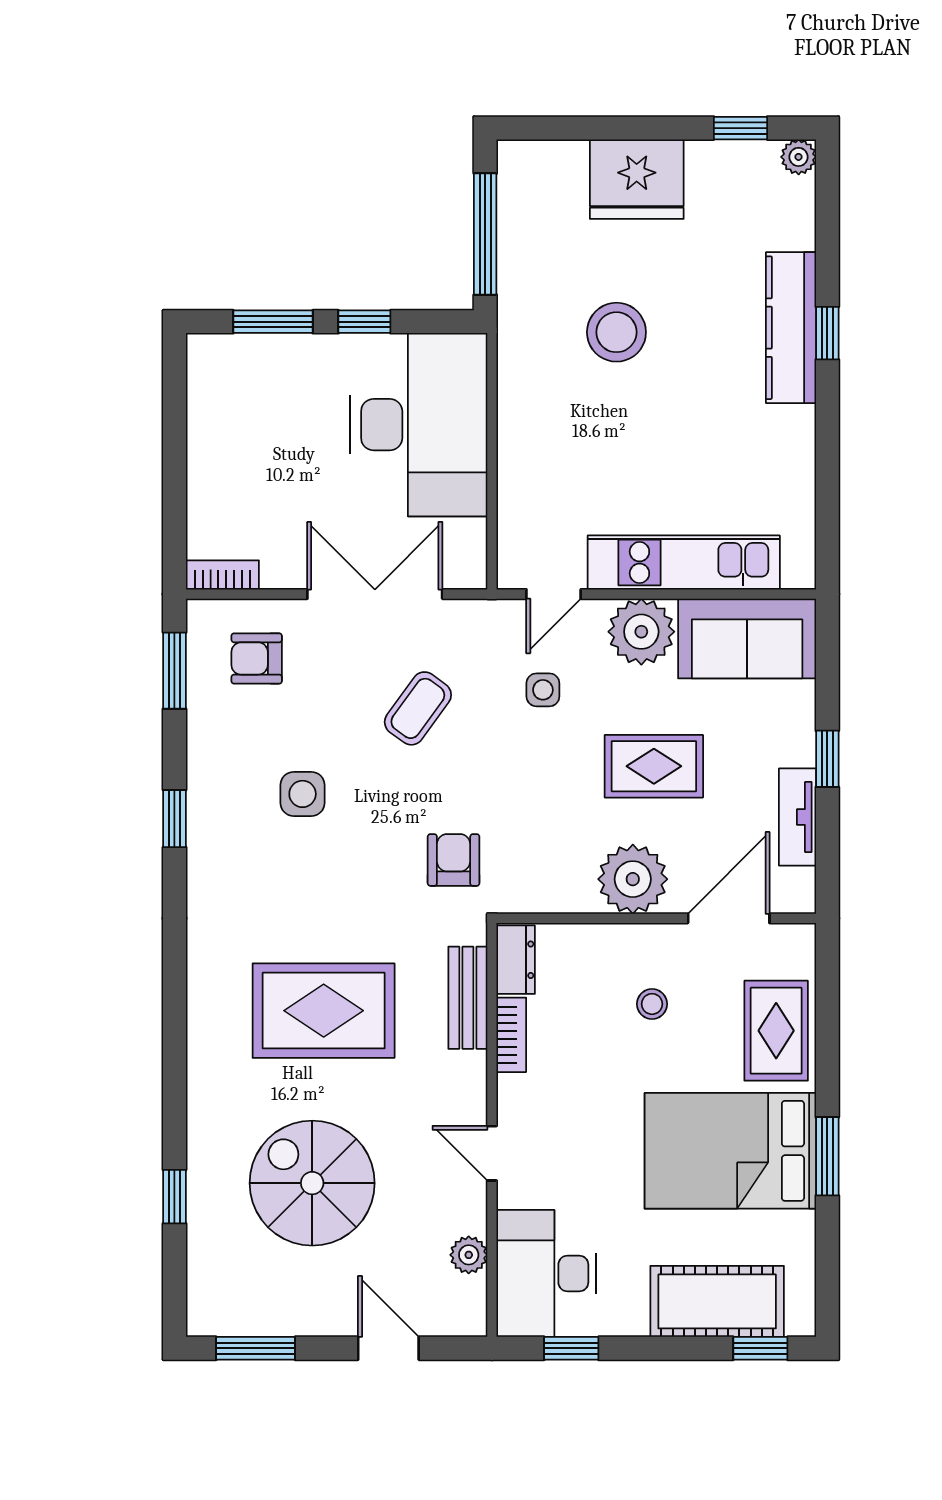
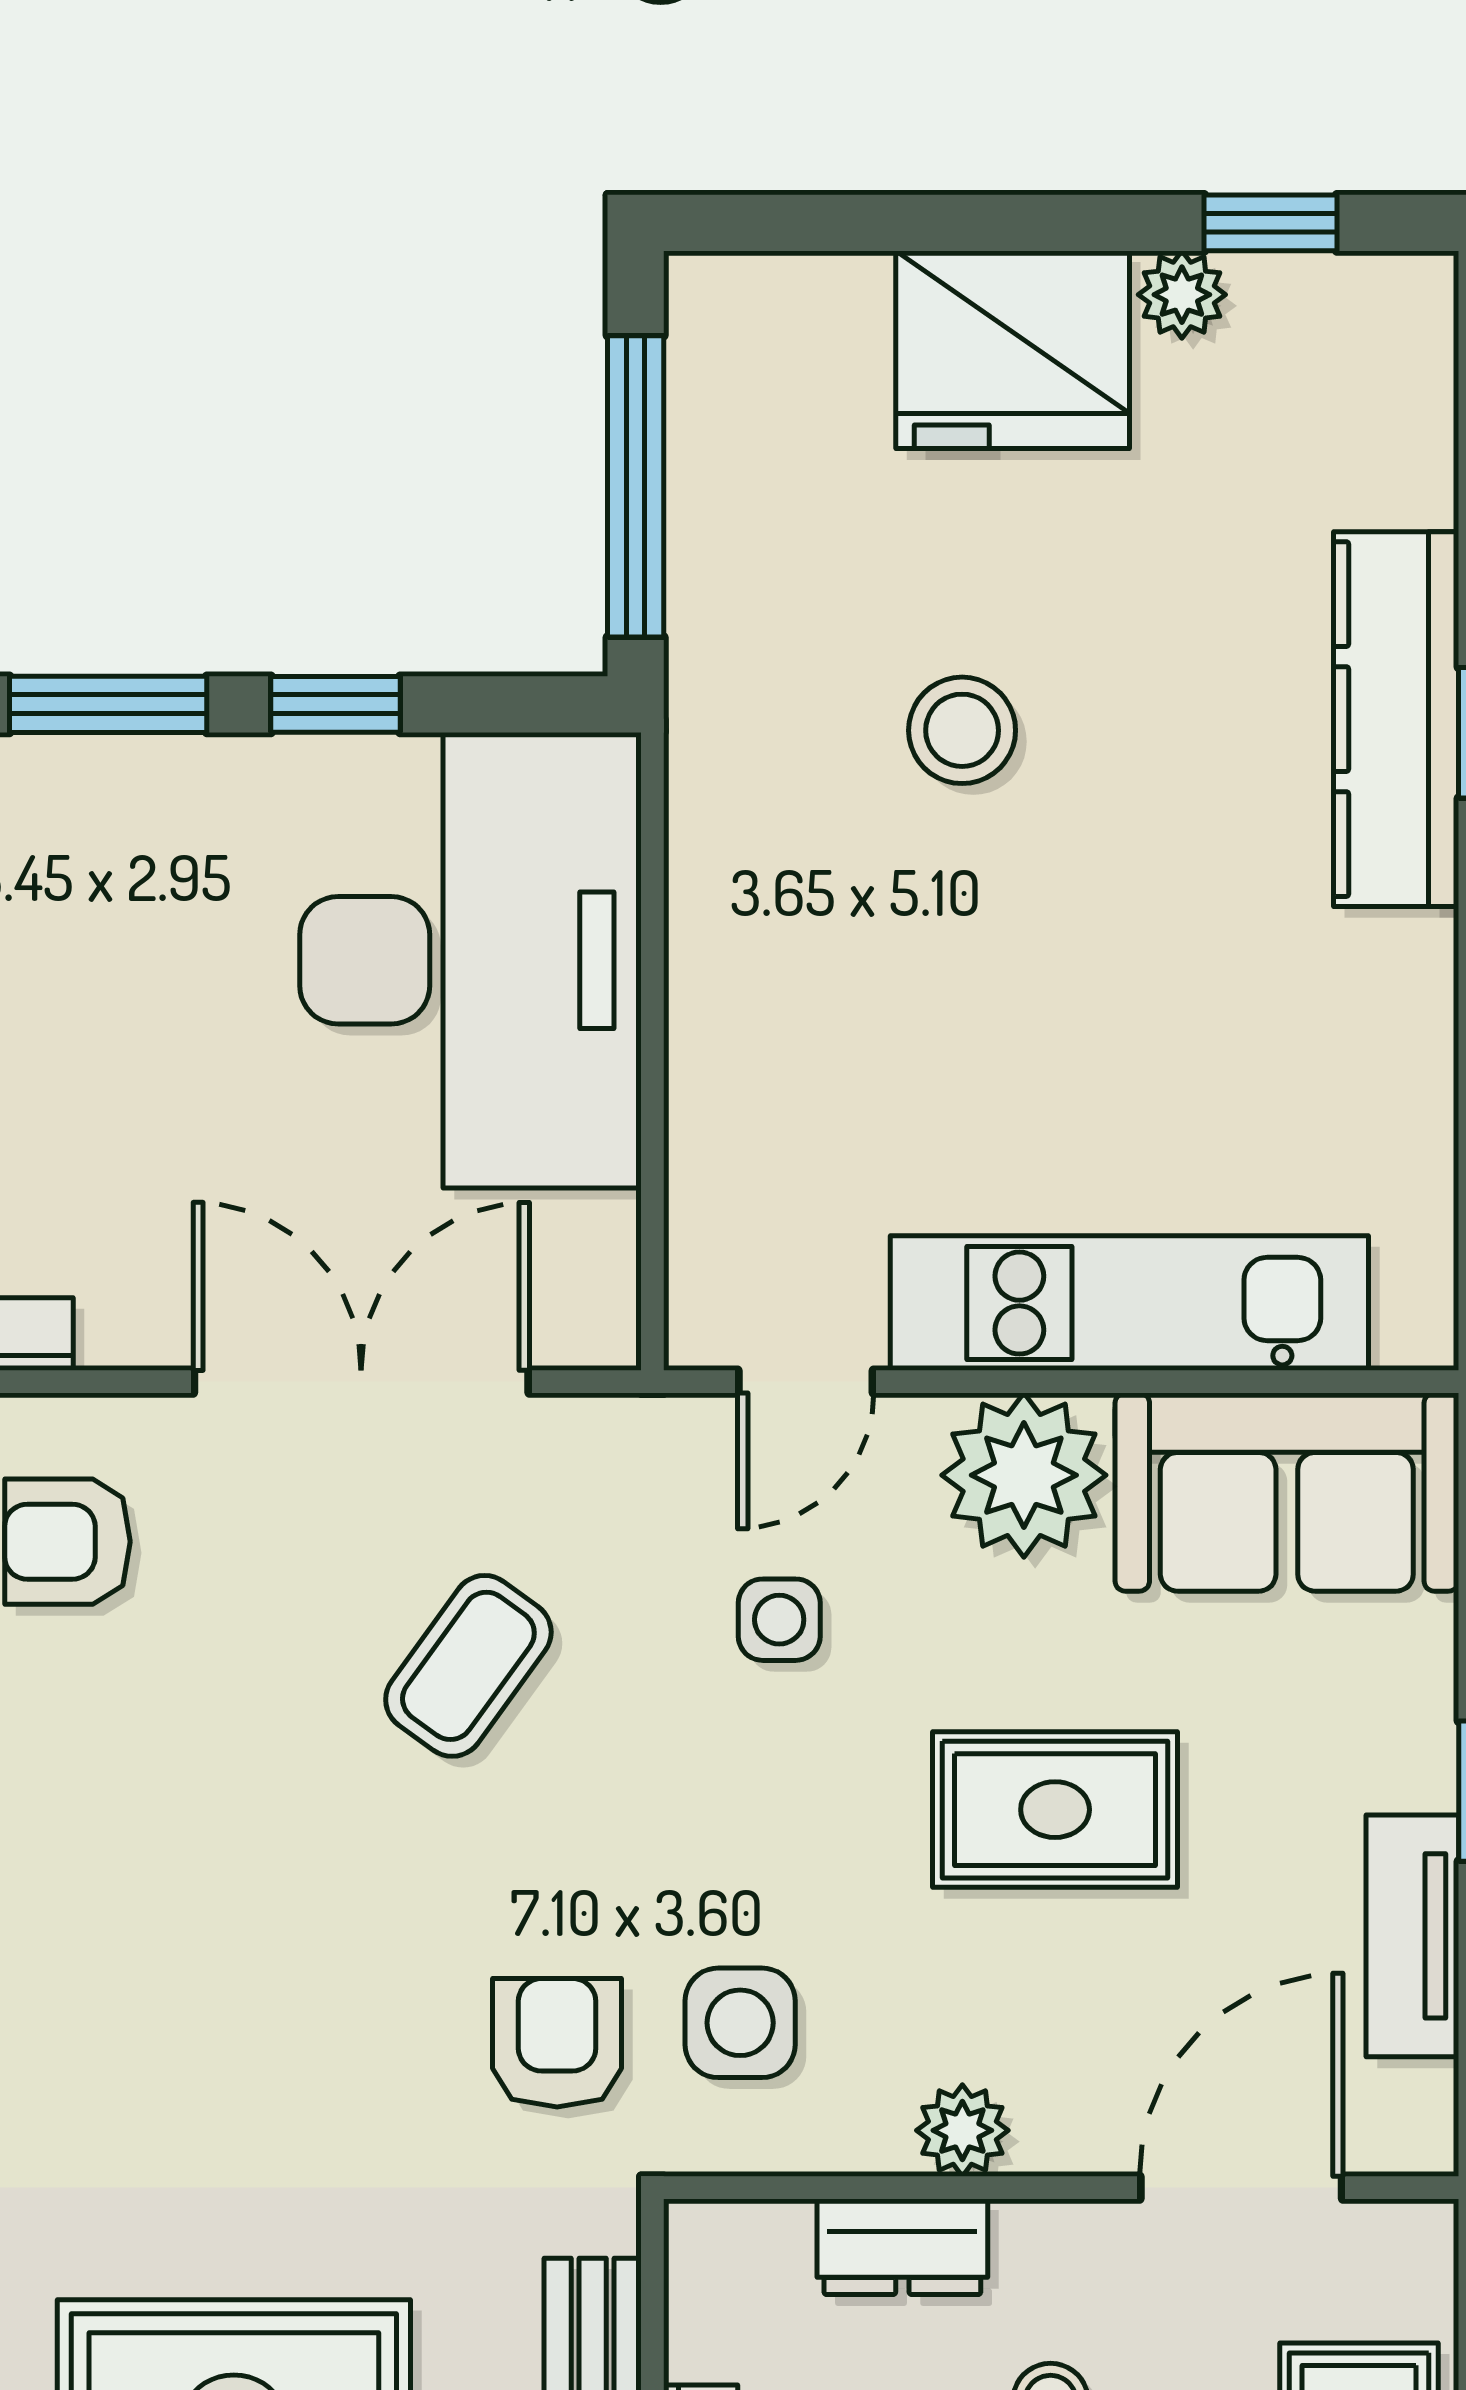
plant: (799, 157) -> (1182, 295), moved
stool: (616, 332) -> (962, 730), width x0.73, depth x0.73
side table: (303, 794) -> (740, 2023), moved
plant: (633, 879) -> (962, 2130), width x0.53, depth x0.53
dresser: (516, 960) -> (902, 2247), moved, turned 90

